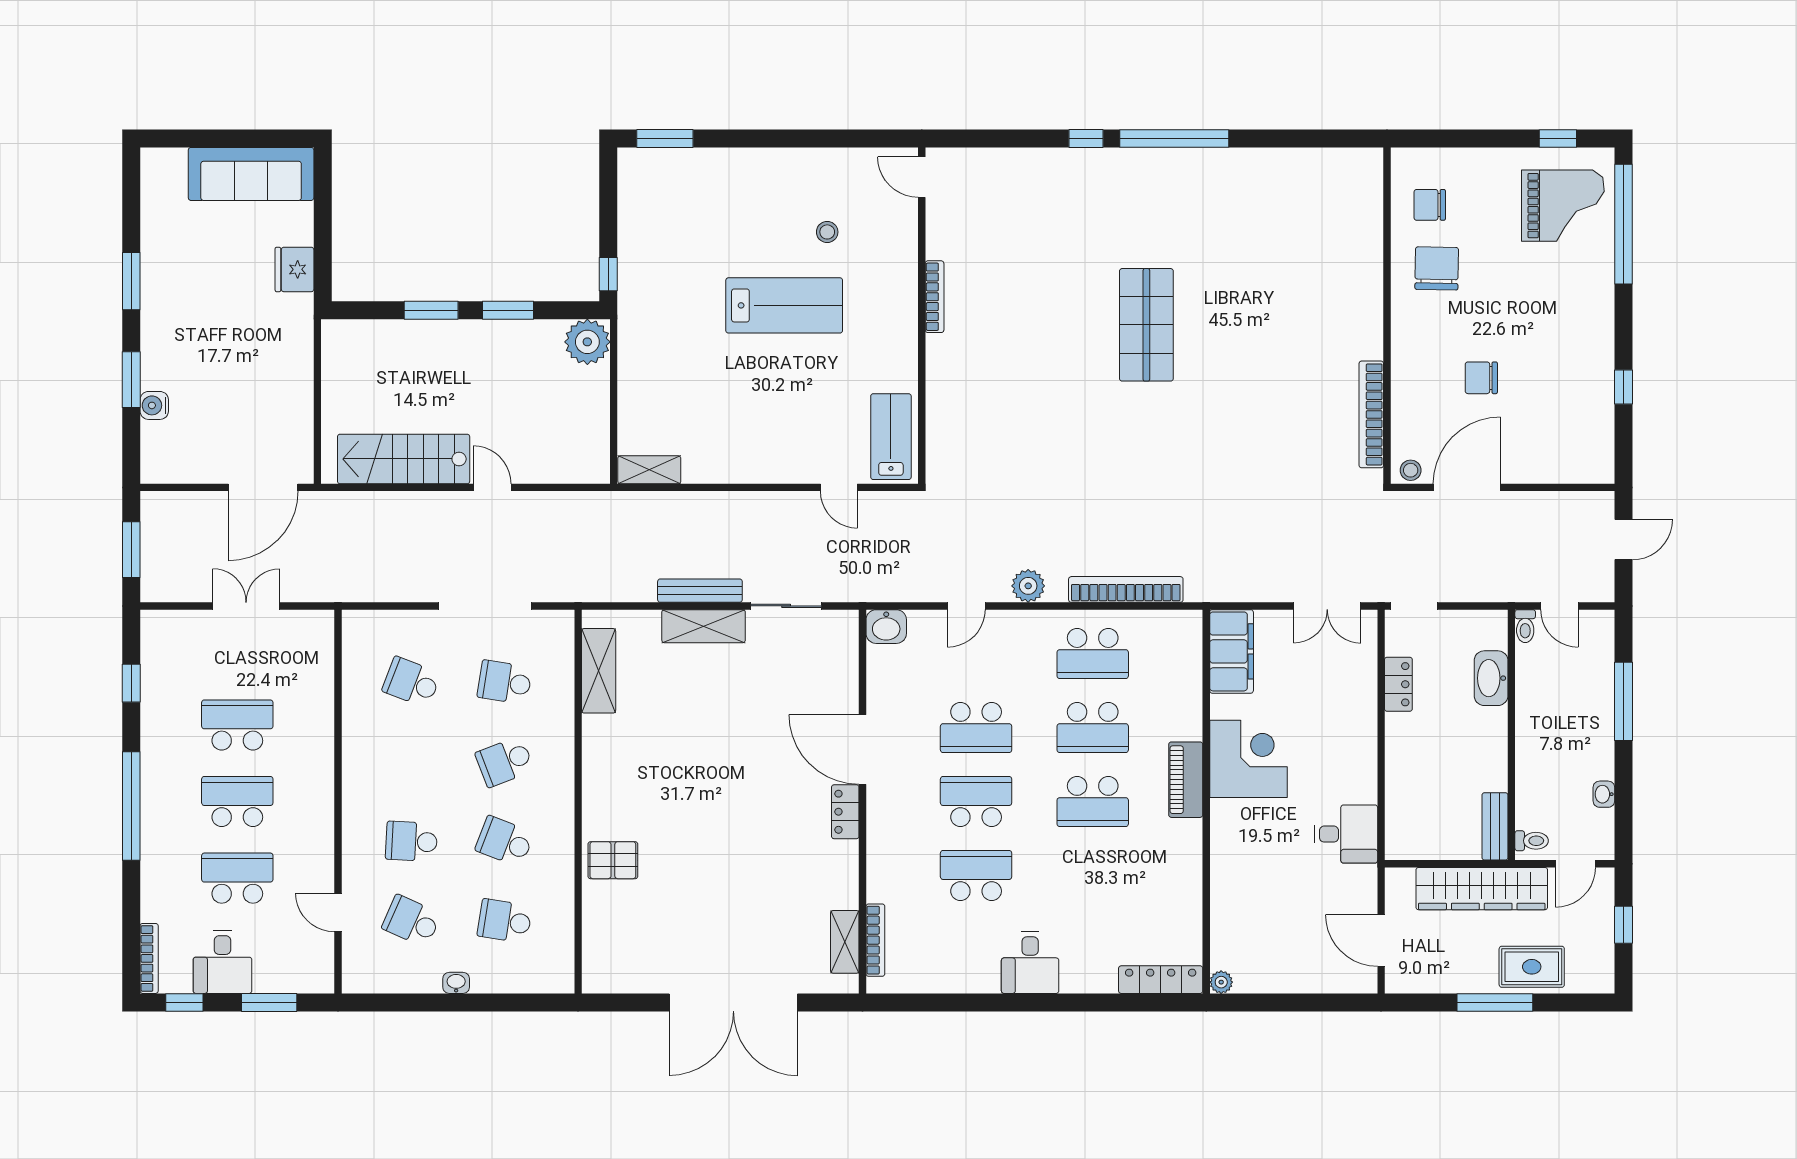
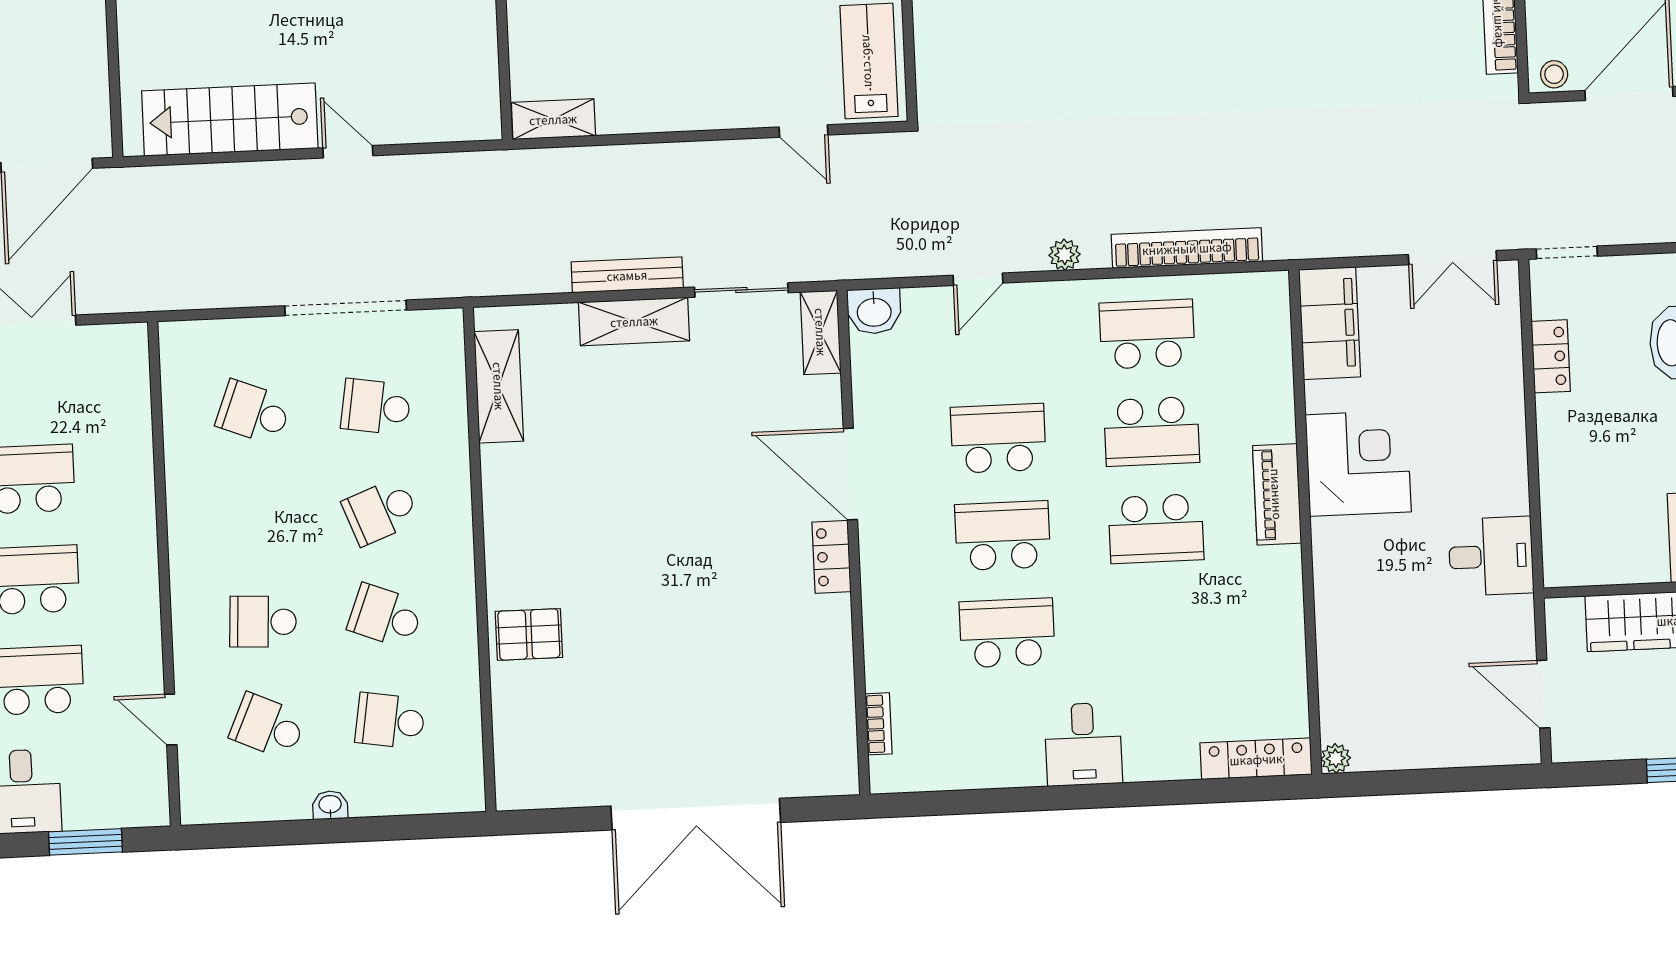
plant: (1028, 586) -> (1065, 255), width x0.73, depth x0.73
school desk: (1093, 654) -> (1147, 334), turned 180
school desk: (976, 728) -> (998, 438), turned 180
bookcase: (875, 940) -> (879, 724), width x0.64
shelving: (845, 942) -> (821, 332), moved

